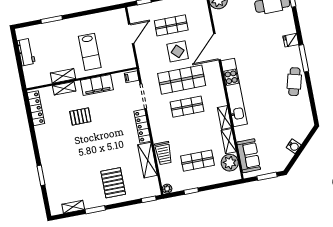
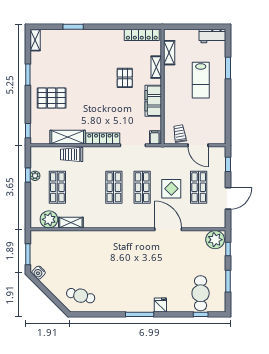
workbench: (26, 52) -> (212, 36), moved
lab bench: (90, 52) -> (201, 80), moved, turned -90
trolley: (123, 54) -> (180, 134), added
shelving: (63, 76) -> (169, 53), moved
shop shelf: (182, 80) -> (142, 187), width x0.70, depth x0.74
cafe table: (294, 82) -> (81, 296), moved
kitchen unit: (234, 92) -> (119, 237), removed
shelving: (224, 117) -> (96, 223), removed
water cooler: (294, 146) -> (39, 273), moved
sofa: (249, 156) -> (52, 240), removed
plant: (167, 189) -> (35, 176), moved
shelving: (73, 207) -> (35, 40), moved

